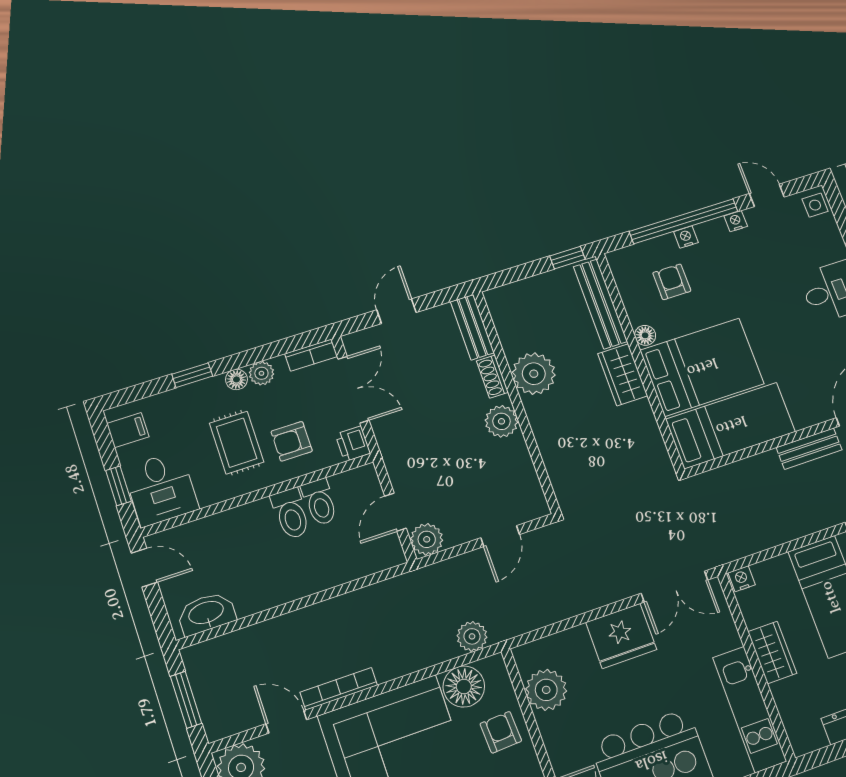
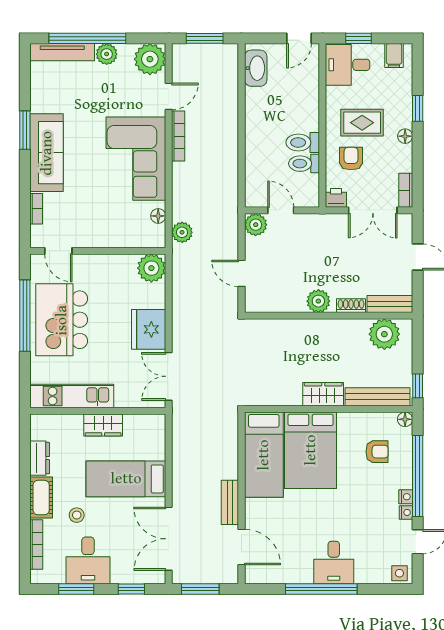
nightstand: (686, 237) -> (406, 497), moved
floor lamp: (645, 335) -> (405, 419), moved
plant: (261, 373) -> (404, 154), removed
plant: (534, 374) -> (384, 334), moved
nightstand: (742, 579) -> (158, 423), removed
floor lamp: (464, 687) -> (158, 216), width x0.53, depth x0.53
plant: (546, 690) -> (151, 268), moved
armchair: (501, 732) -> (114, 230), removed

